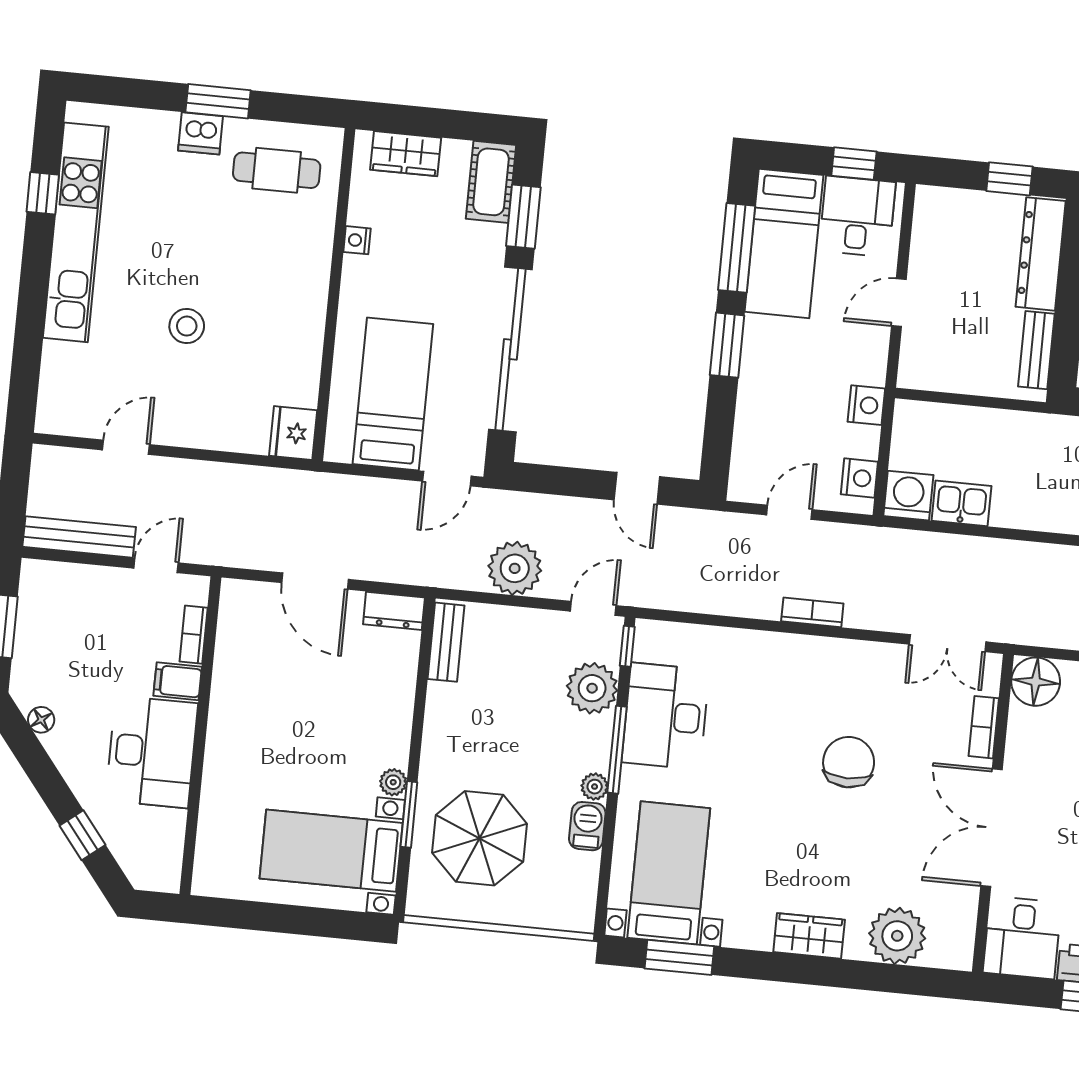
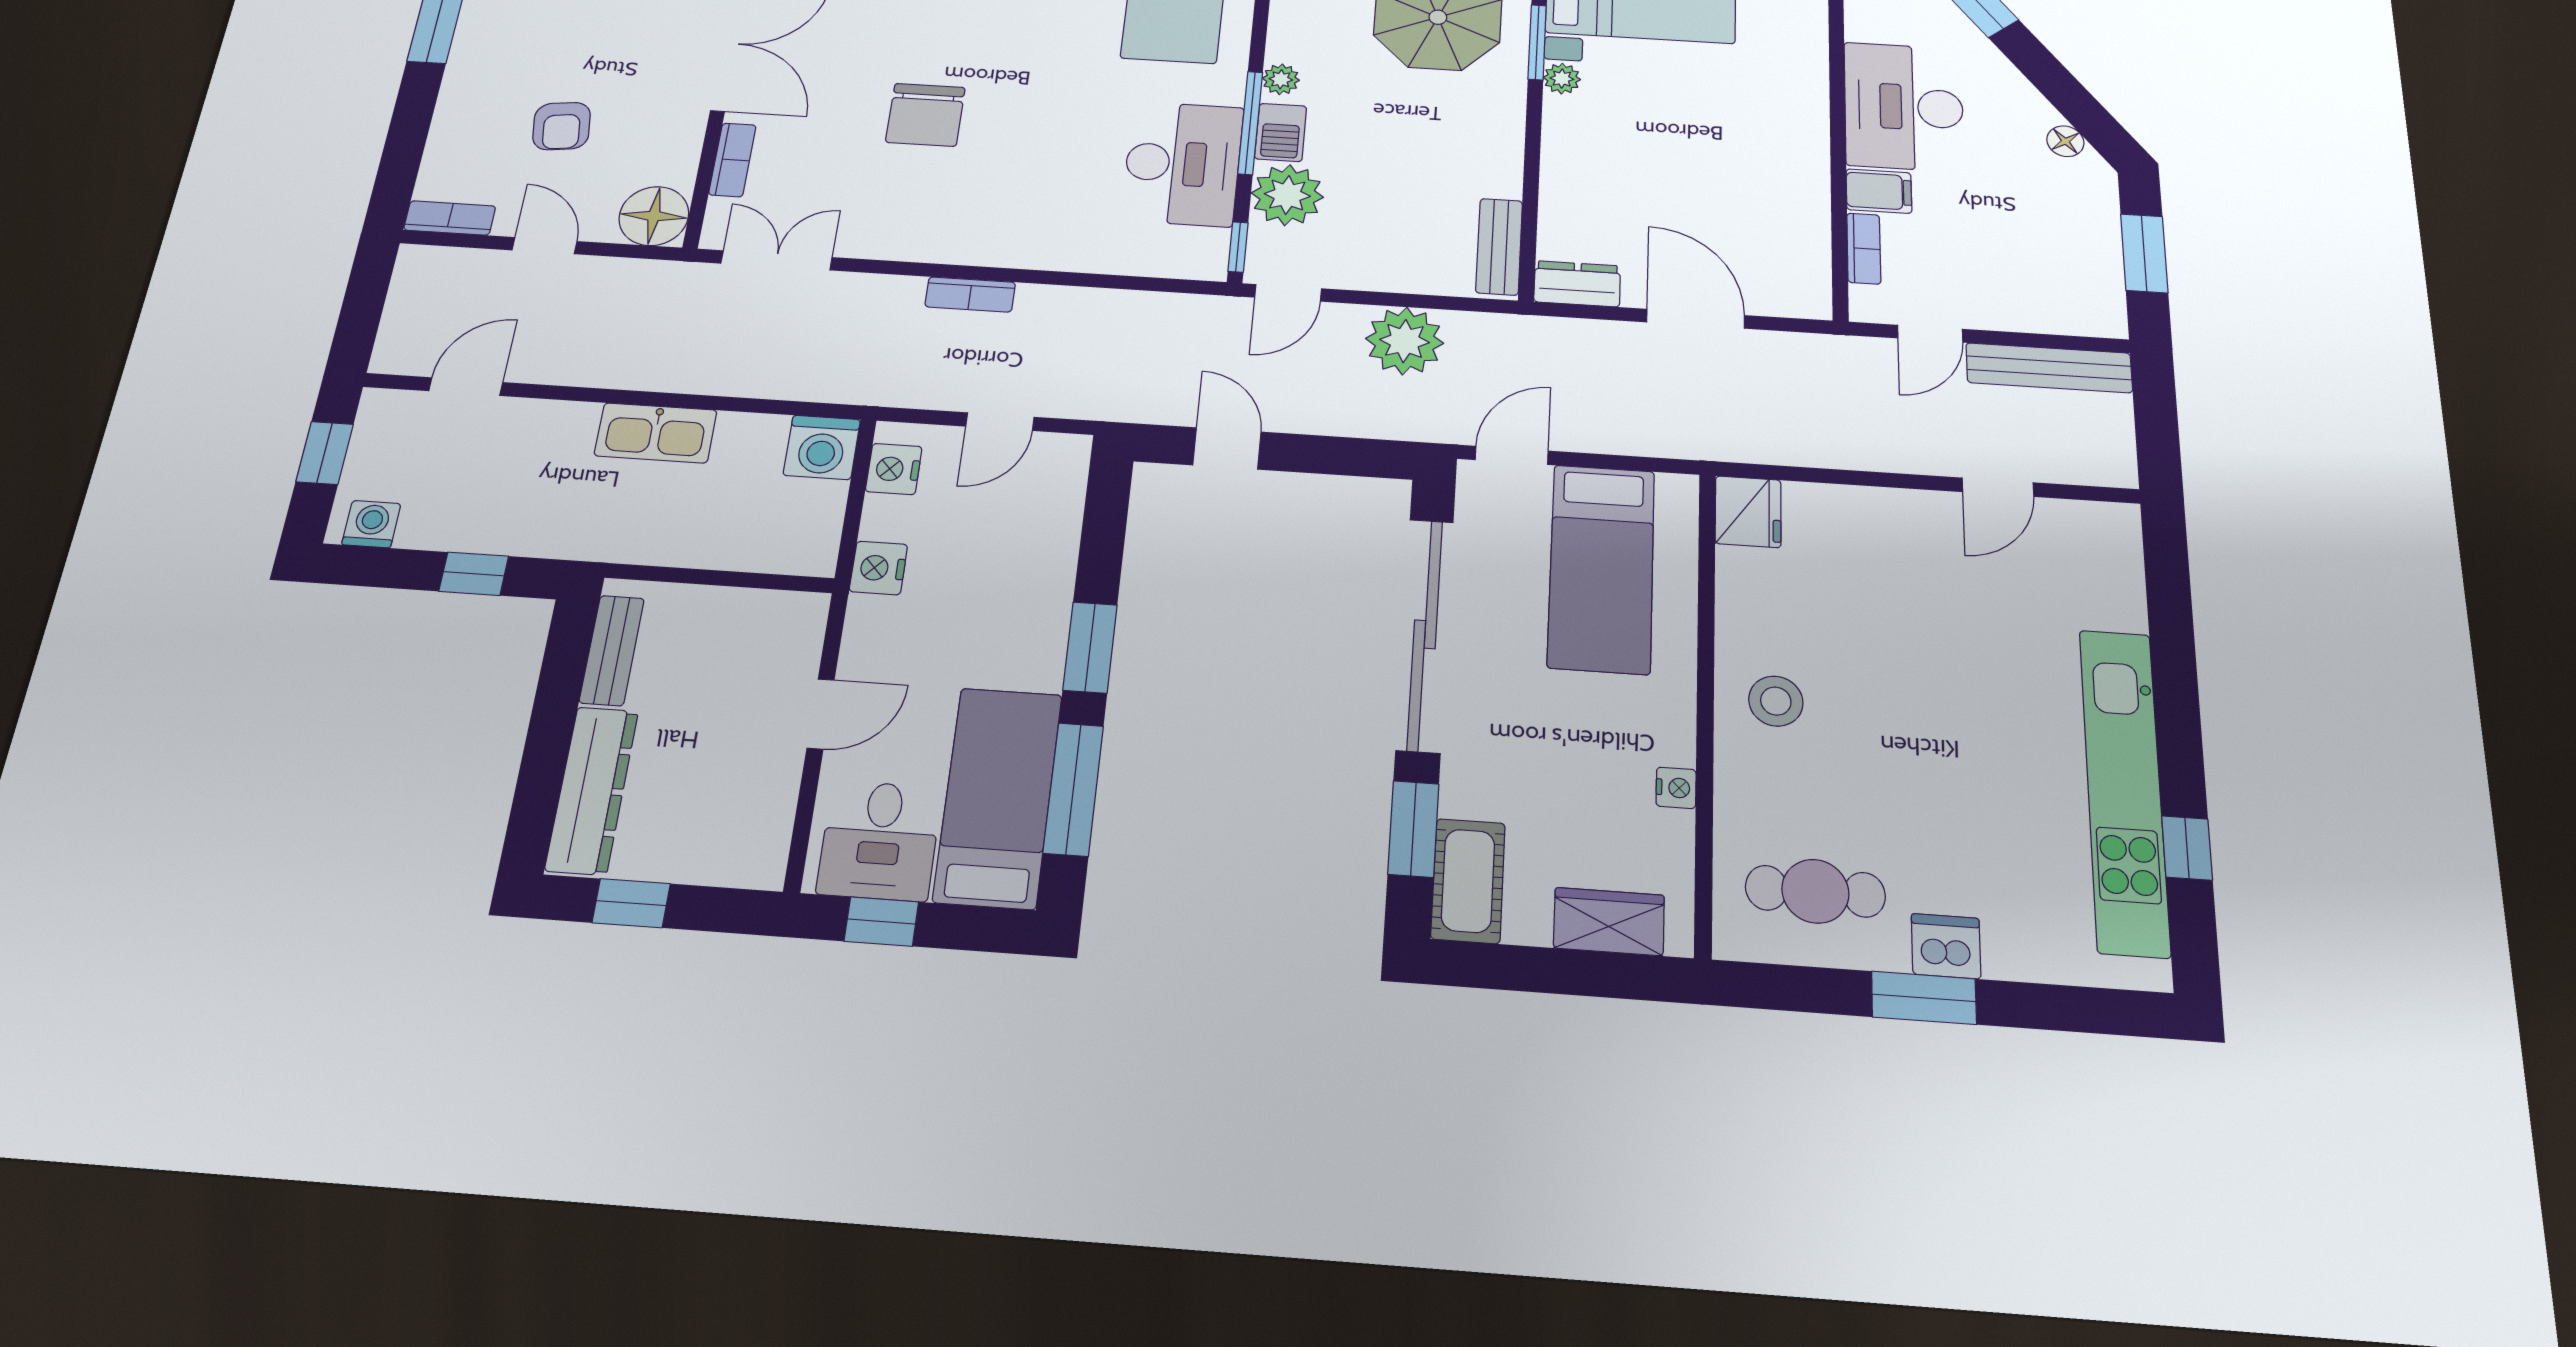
stool: (187, 326) -> (1776, 701), moved
kitchen sink: (962, 503) -> (656, 433), moved, width x1.38
barbecue: (587, 826) -> (1281, 132), moved

